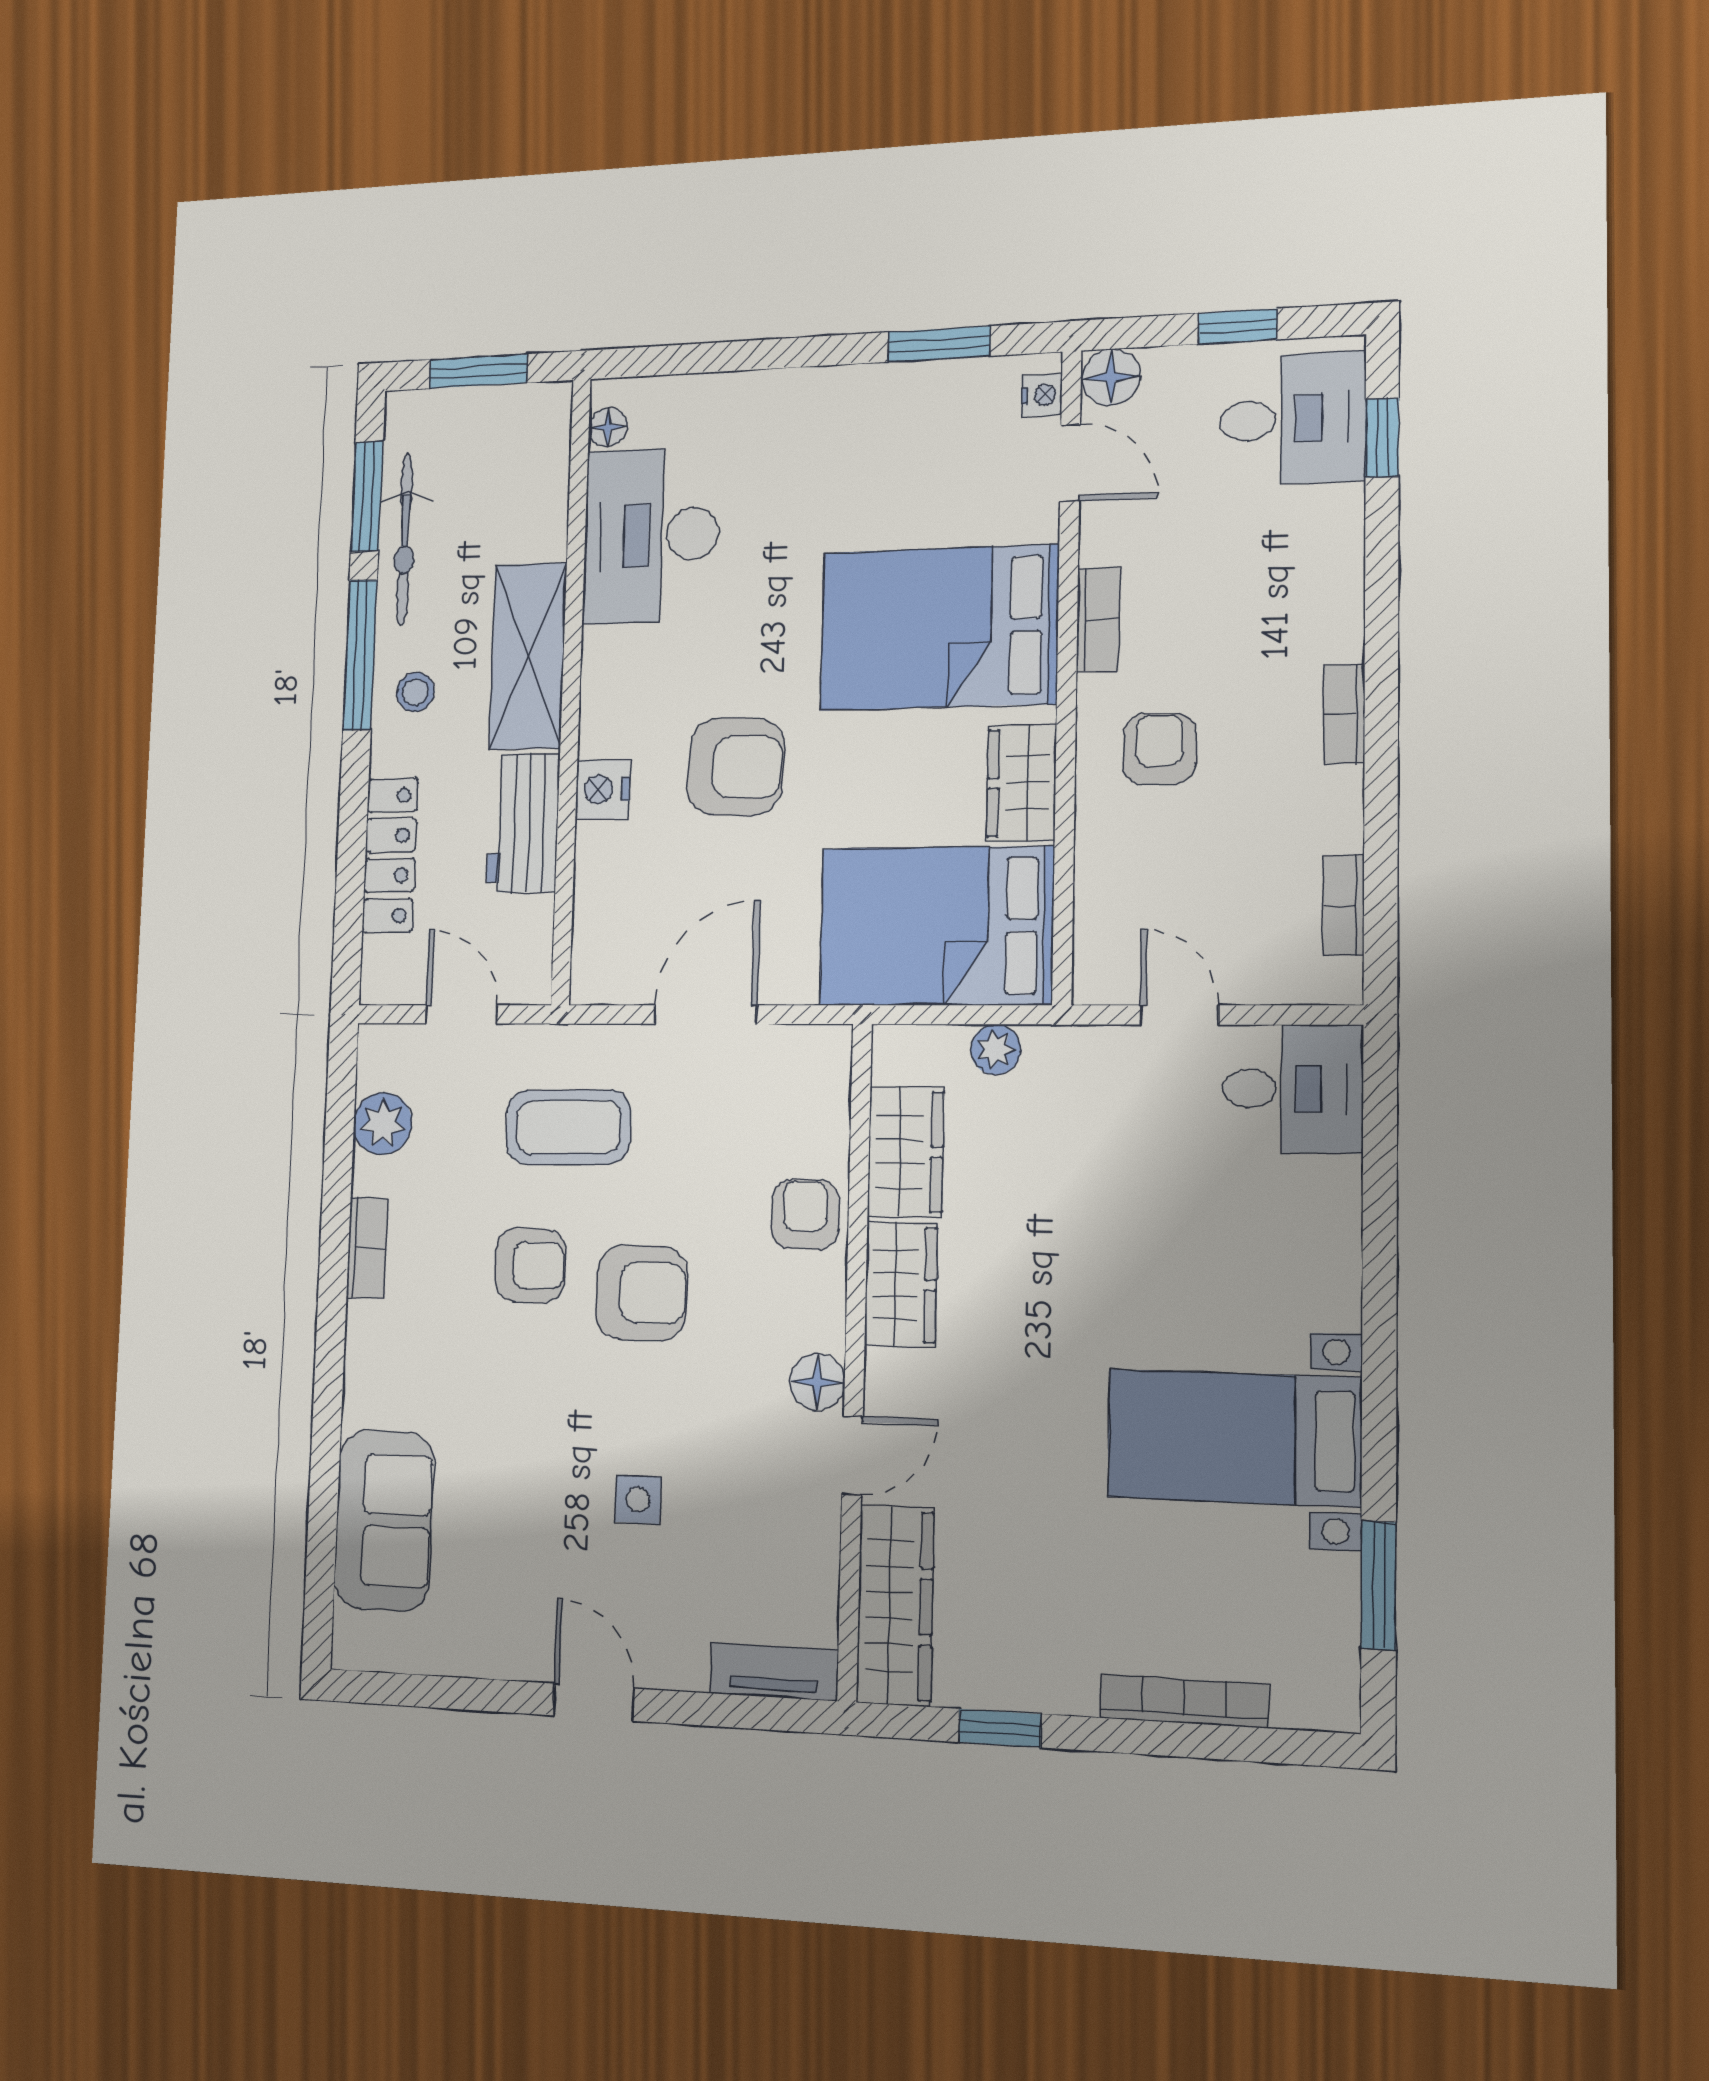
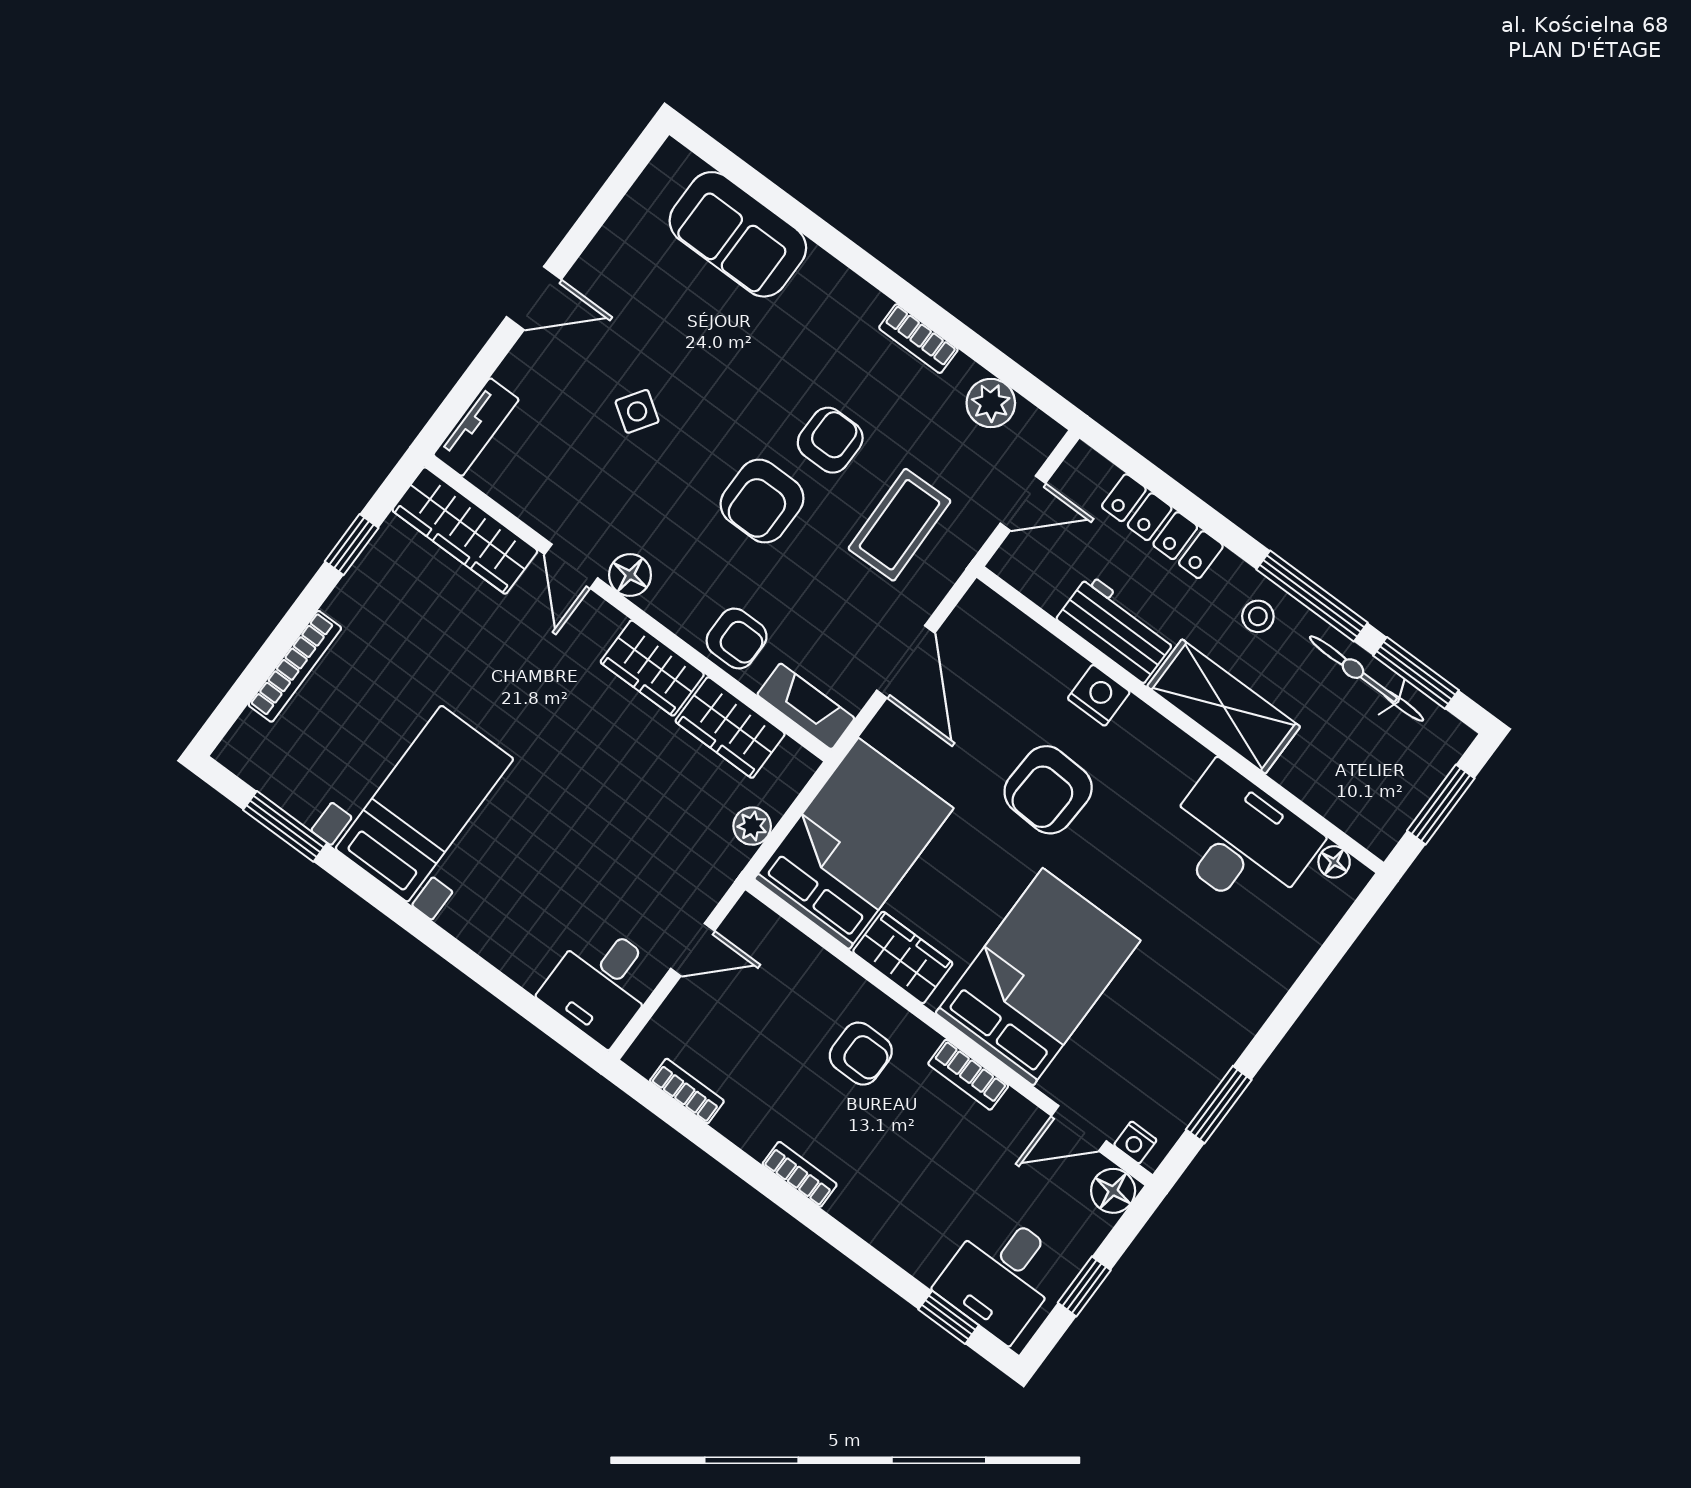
fireplace: (826, 1086) -> (806, 706), added
armchair: (530, 1265) -> (830, 440), turned 180
side table: (638, 1499) -> (637, 411), turned 34

